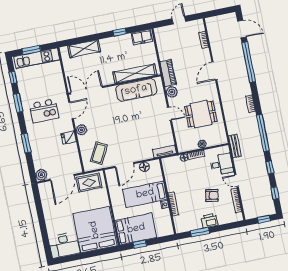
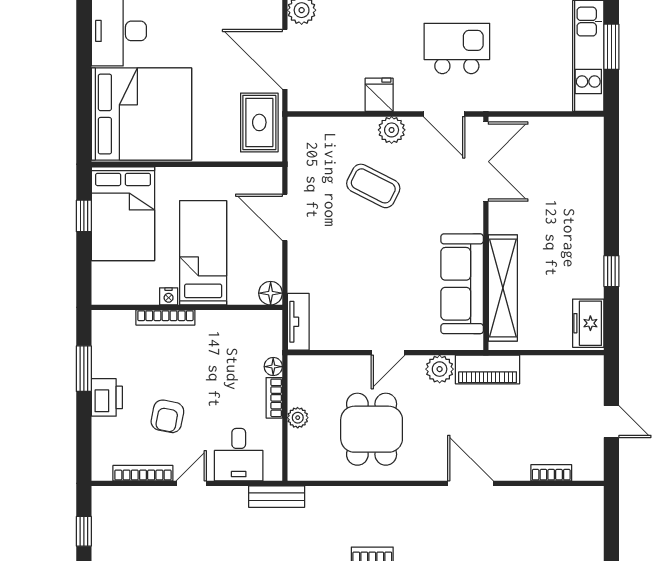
shelving: (84, 49) -> (589, 176), removed
kitchen island: (44, 111) -> (457, 48), turned 90
coffee table: (99, 153) -> (373, 186), moved
floor lamp: (144, 167) -> (271, 293), moved

